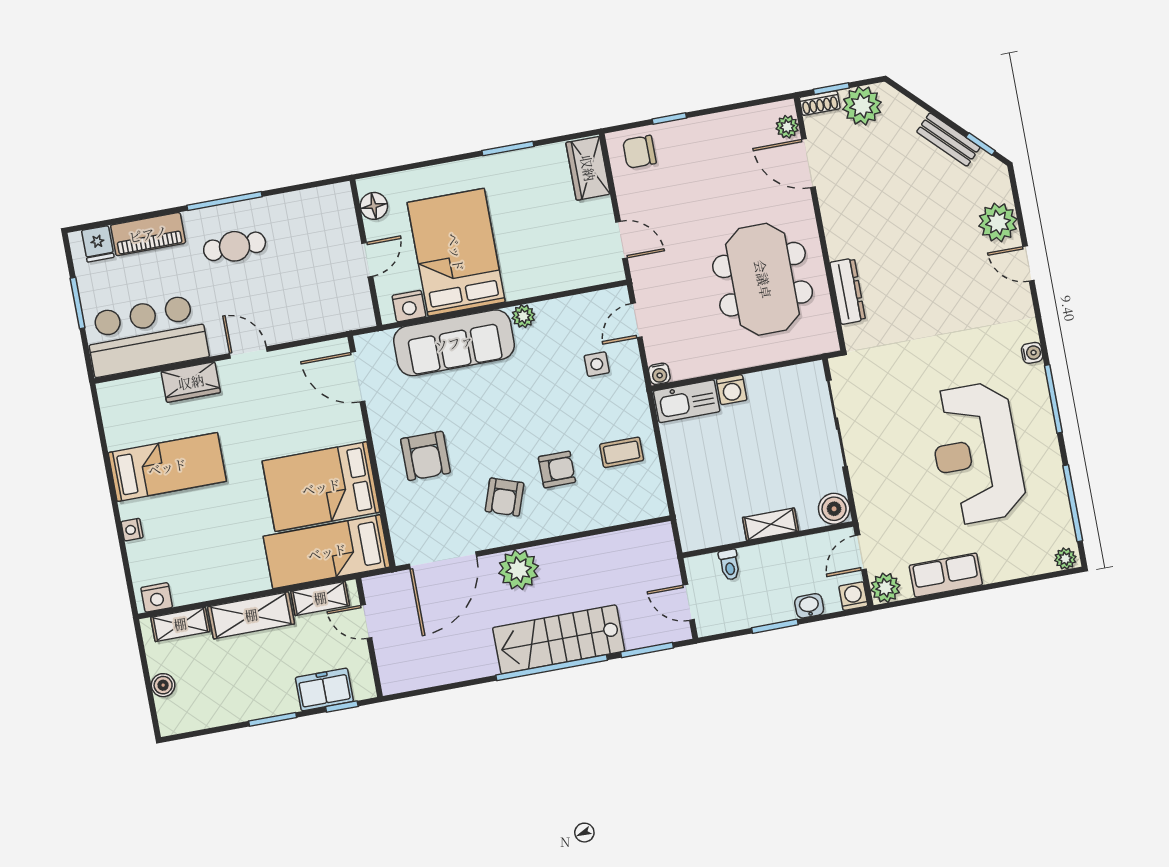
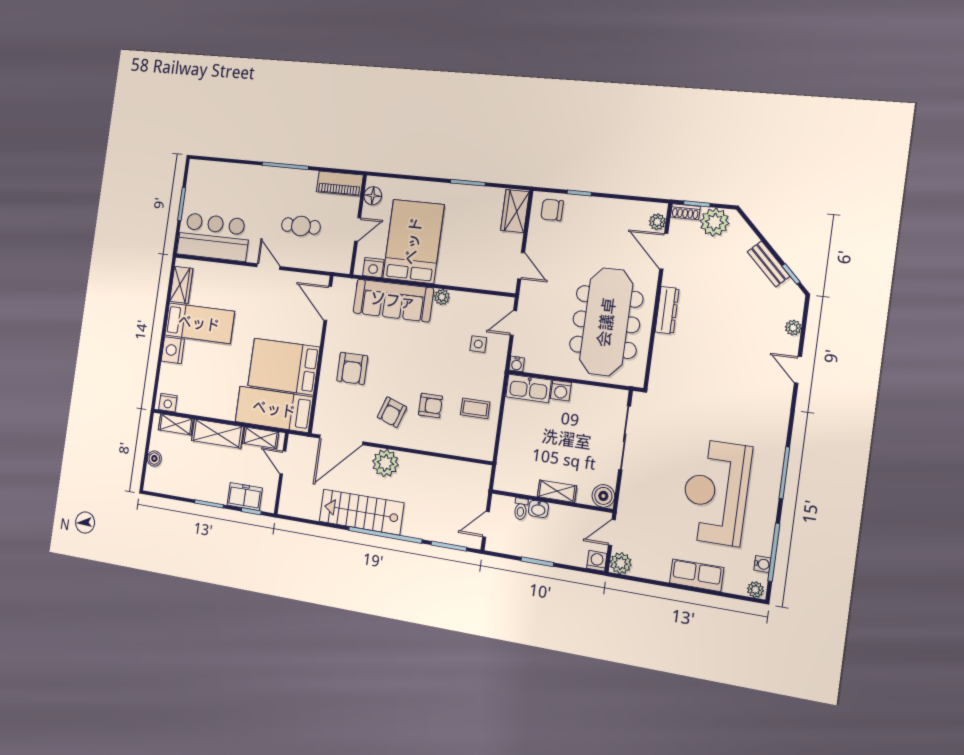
plant: (998, 222) -> (793, 328), width x0.53, depth x0.53
piano: (148, 234) -> (340, 183), moved
fridge: (98, 244) -> (204, 171), removed
cafe table: (235, 246) -> (301, 226), moved
meeting table: (763, 279) -> (606, 322), width x1.36
dresser: (848, 291) -> (667, 310), moved
water cooler: (1032, 353) -> (762, 564), moved
wardrobe: (191, 382) -> (181, 285), moved, turned -90
nightstand: (132, 530) -> (173, 350), width x1.89, depth x1.79
row of seats: (946, 575) -> (697, 575), moved
door: (689, 602) -> (486, 524), hinge flipped
washbasin: (809, 606) -> (538, 509), moved, turned 180
stairs: (559, 639) -> (361, 512), moved

